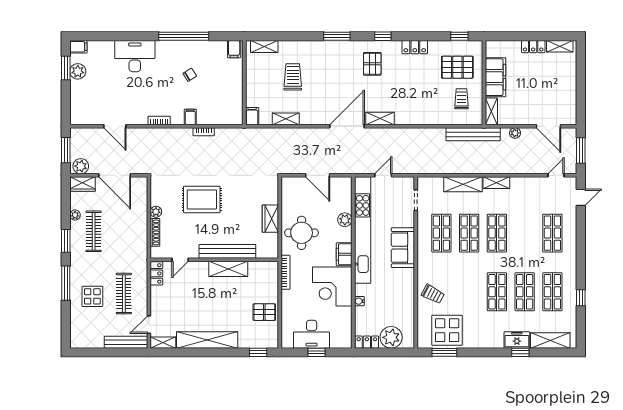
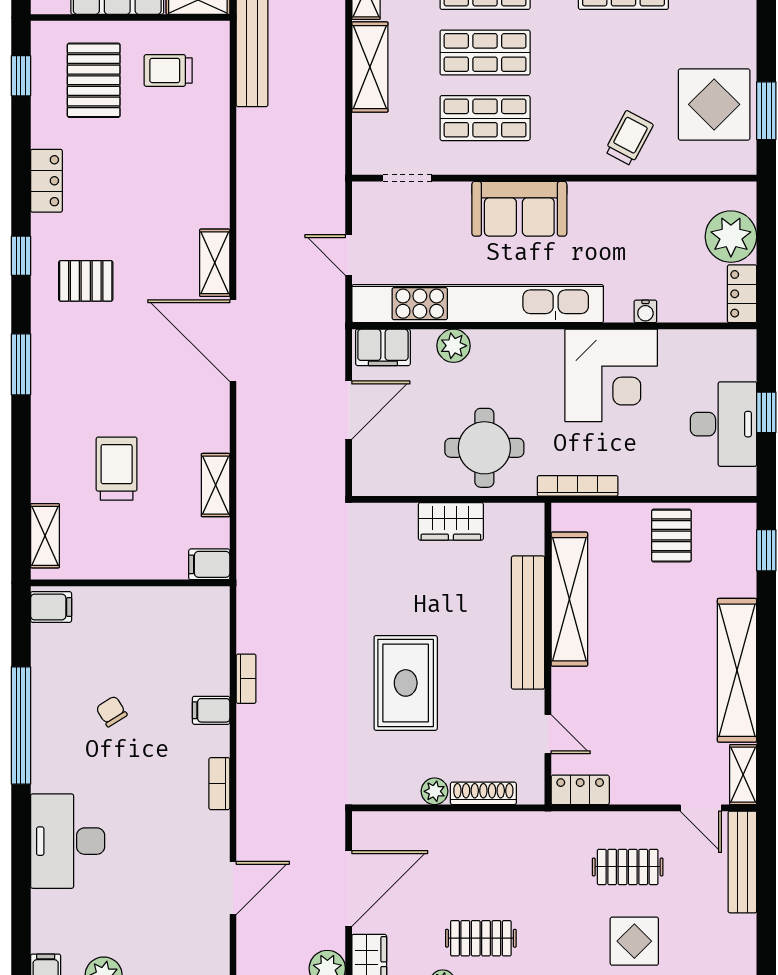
trolley: (293, 77) -> (117, 469), turned 90
clothes rail: (94, 231) -> (481, 938), width x0.73
filing cabinet: (344, 254) -> (383, 347), moved
shelving: (228, 269) -> (569, 599), width x1.47
clothes rail: (124, 294) -> (628, 867), width x0.73

